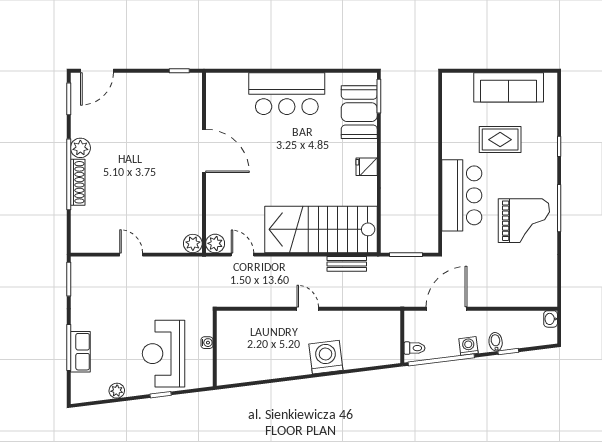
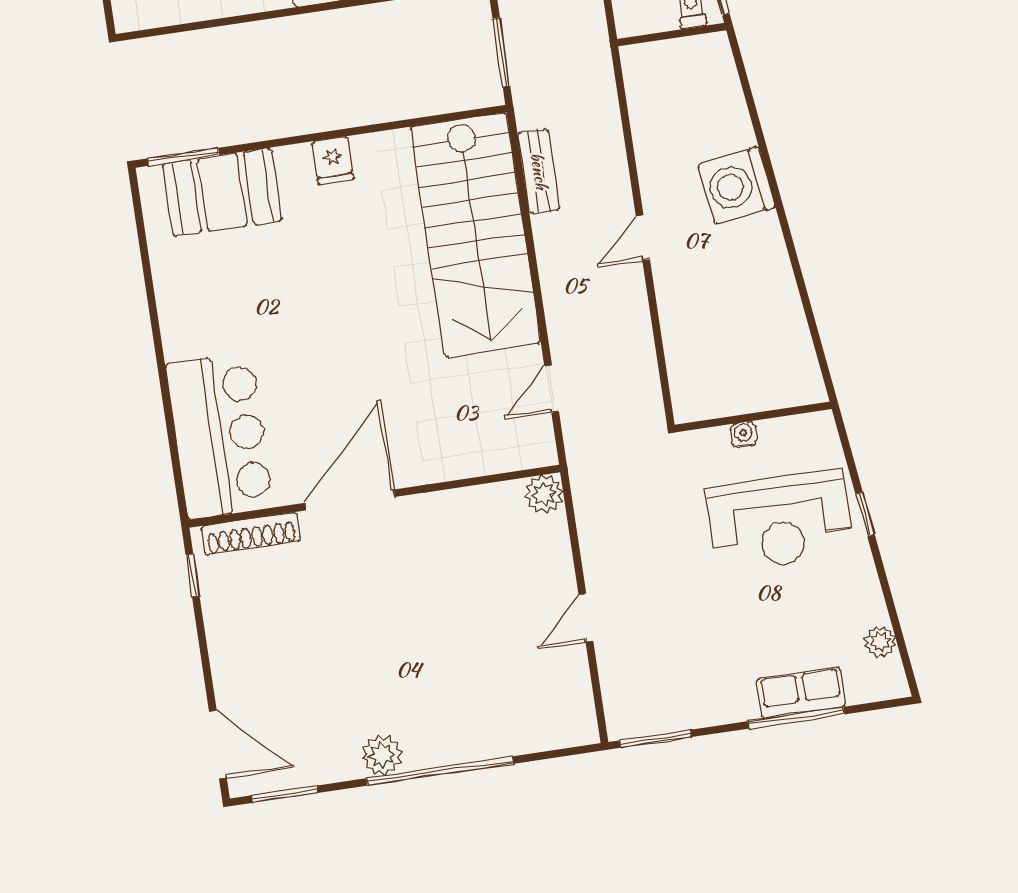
bar counter: (287, 94) -> (220, 436), moved
shoe rack: (78, 182) -> (251, 534), moved, turned 180
plant: (215, 243) -> (537, 448), removed
plant: (117, 391) -> (880, 642), moved

